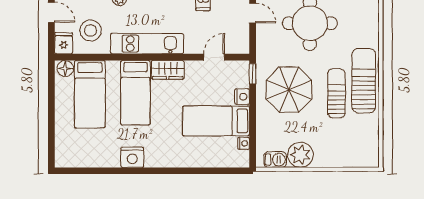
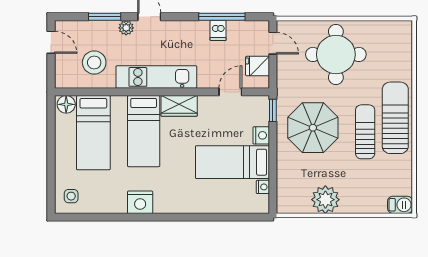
fridge: (64, 43) -> (258, 66), moved, turned -90
side table: (70, 152) -> (71, 196), added
barbecue: (275, 160) -> (400, 205), moved

